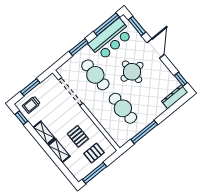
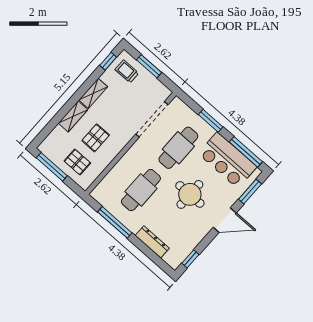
dresser: (175, 97) -> (152, 242), moved

